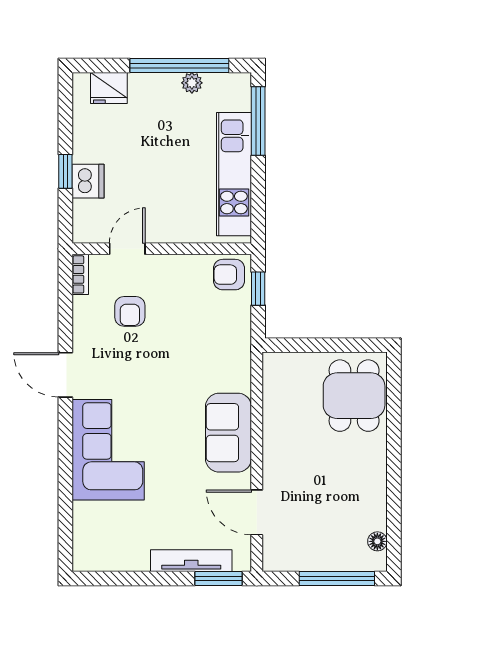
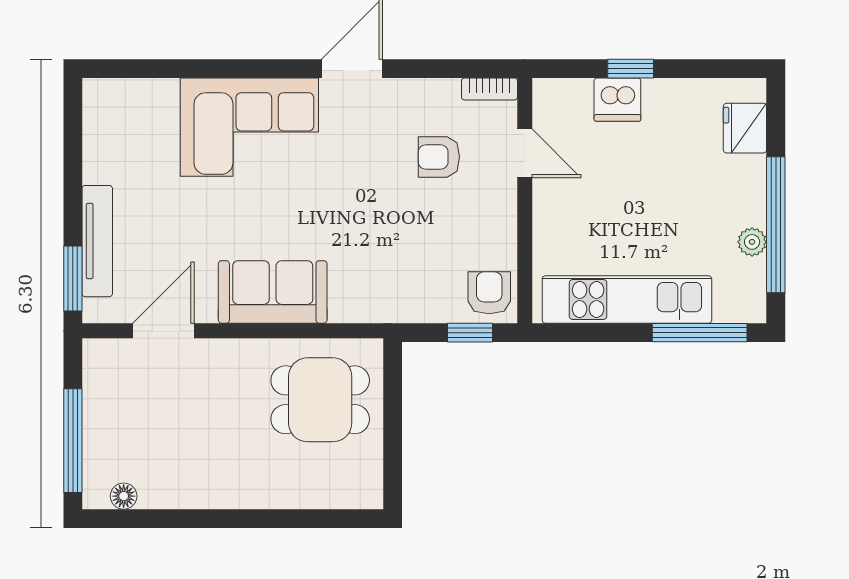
dining table: (354, 396) -> (320, 400), moved

